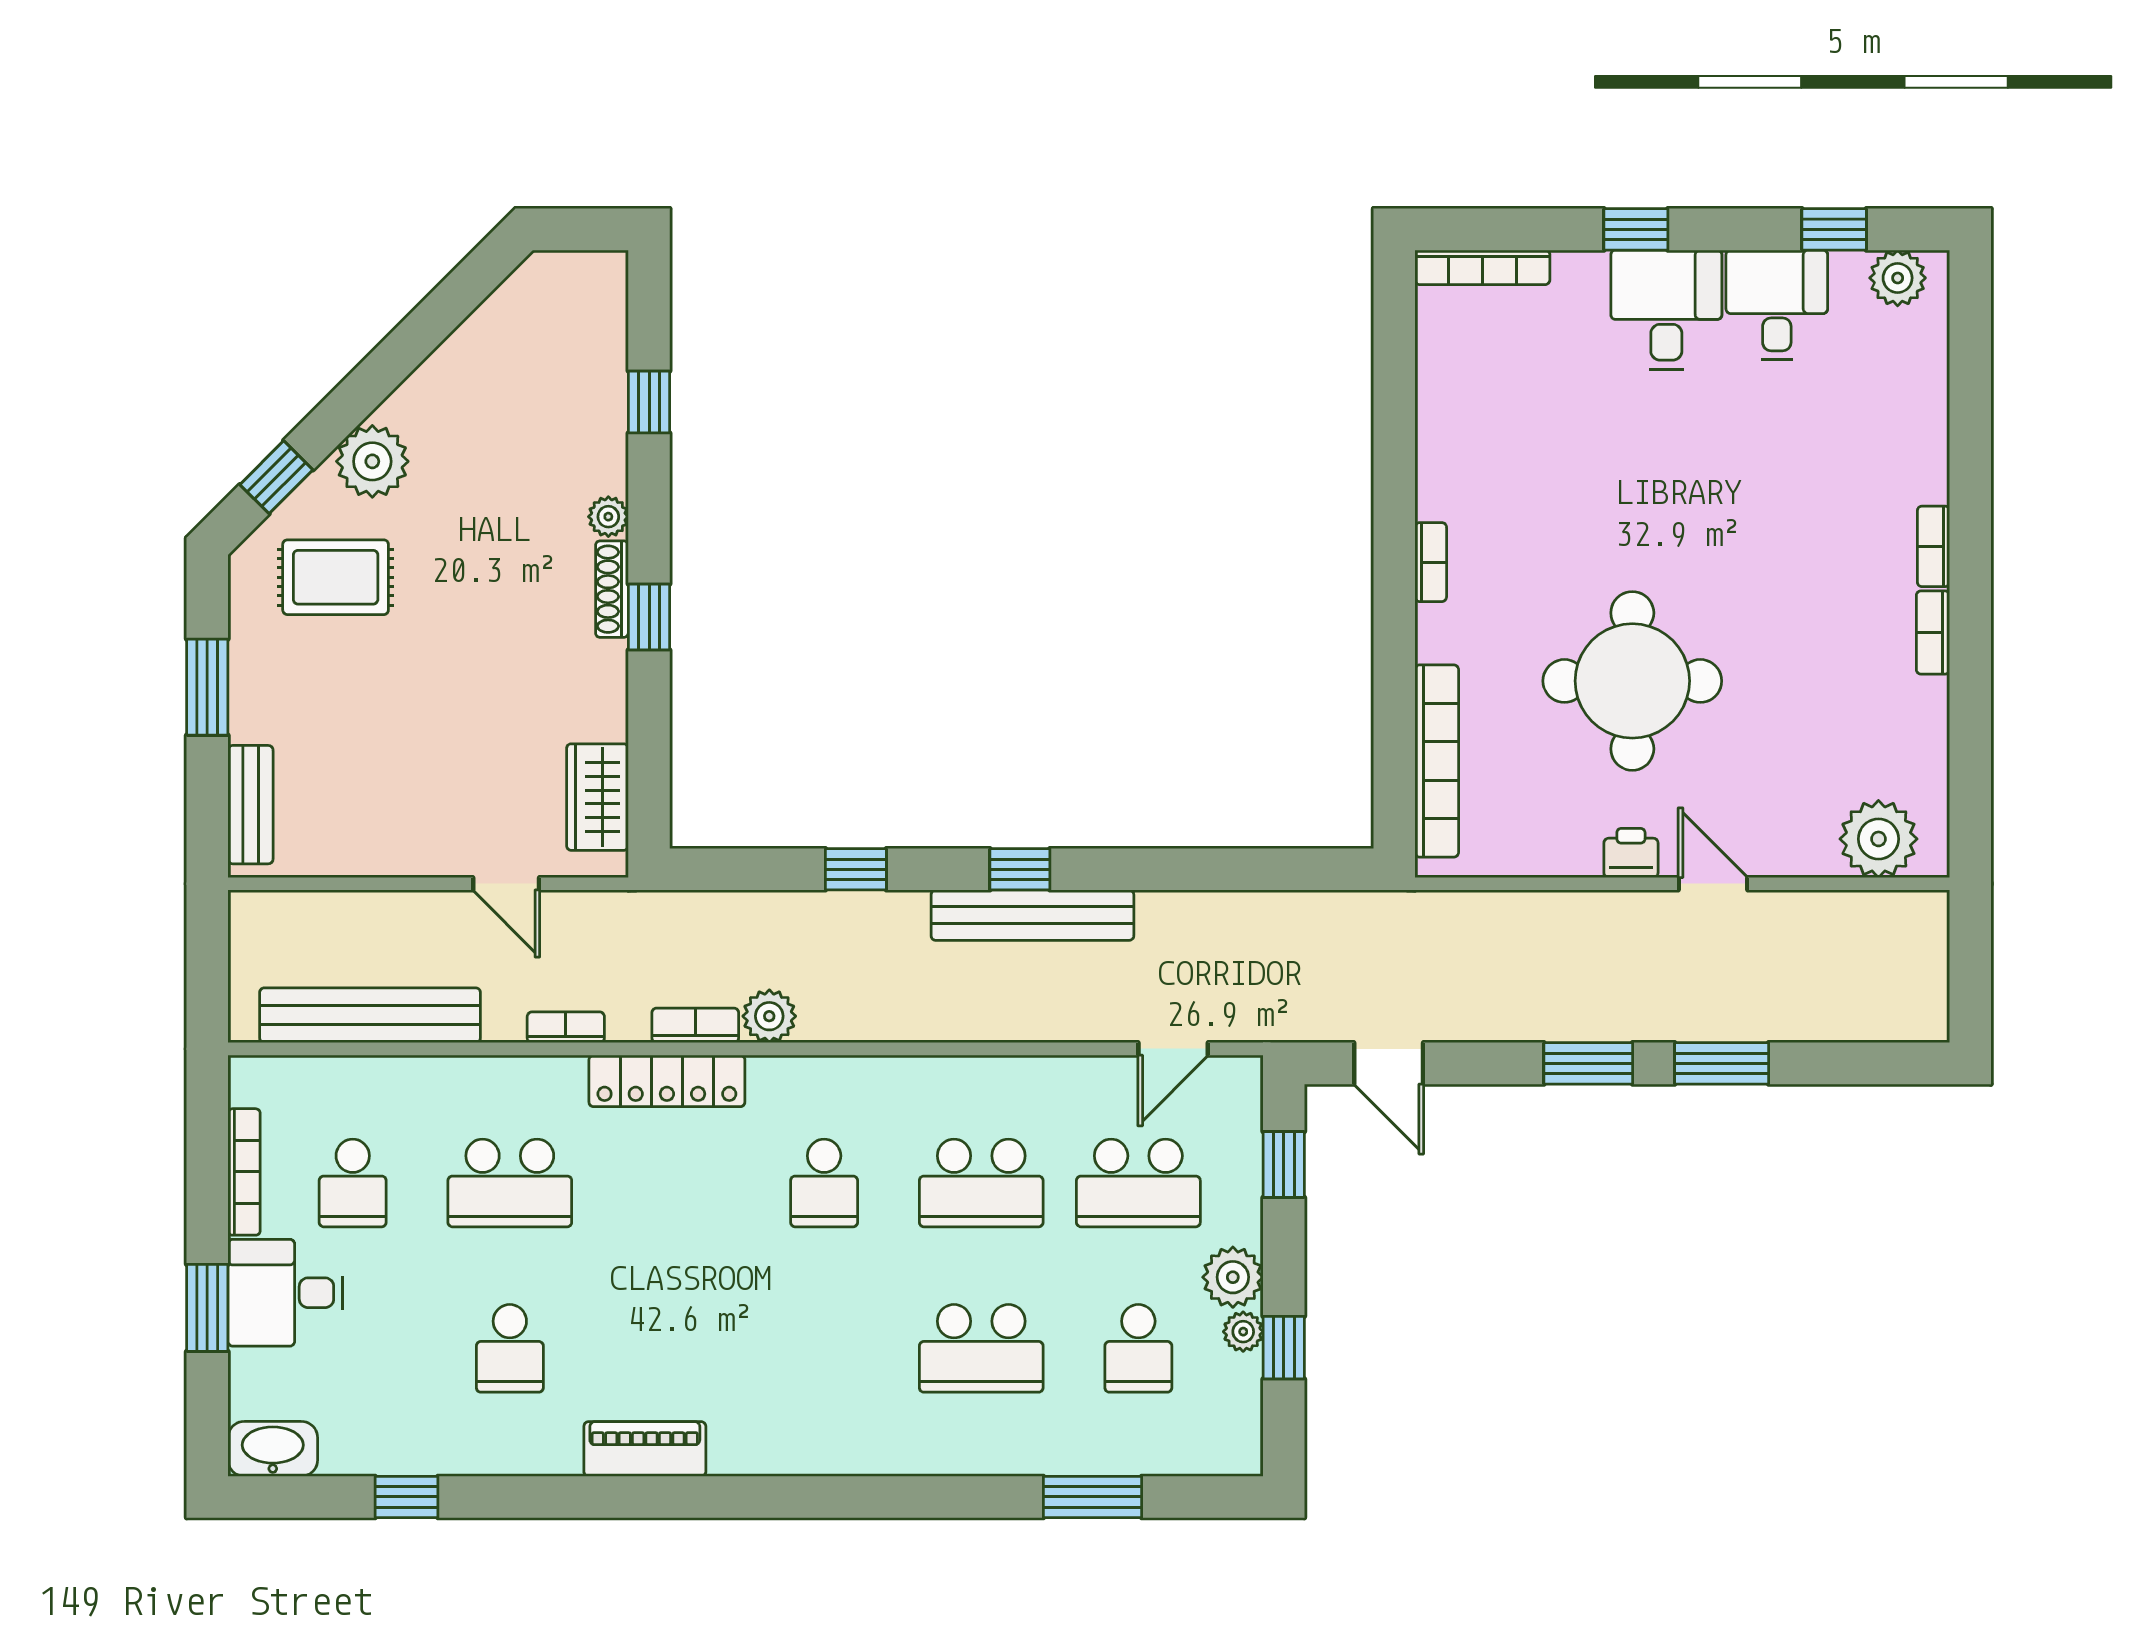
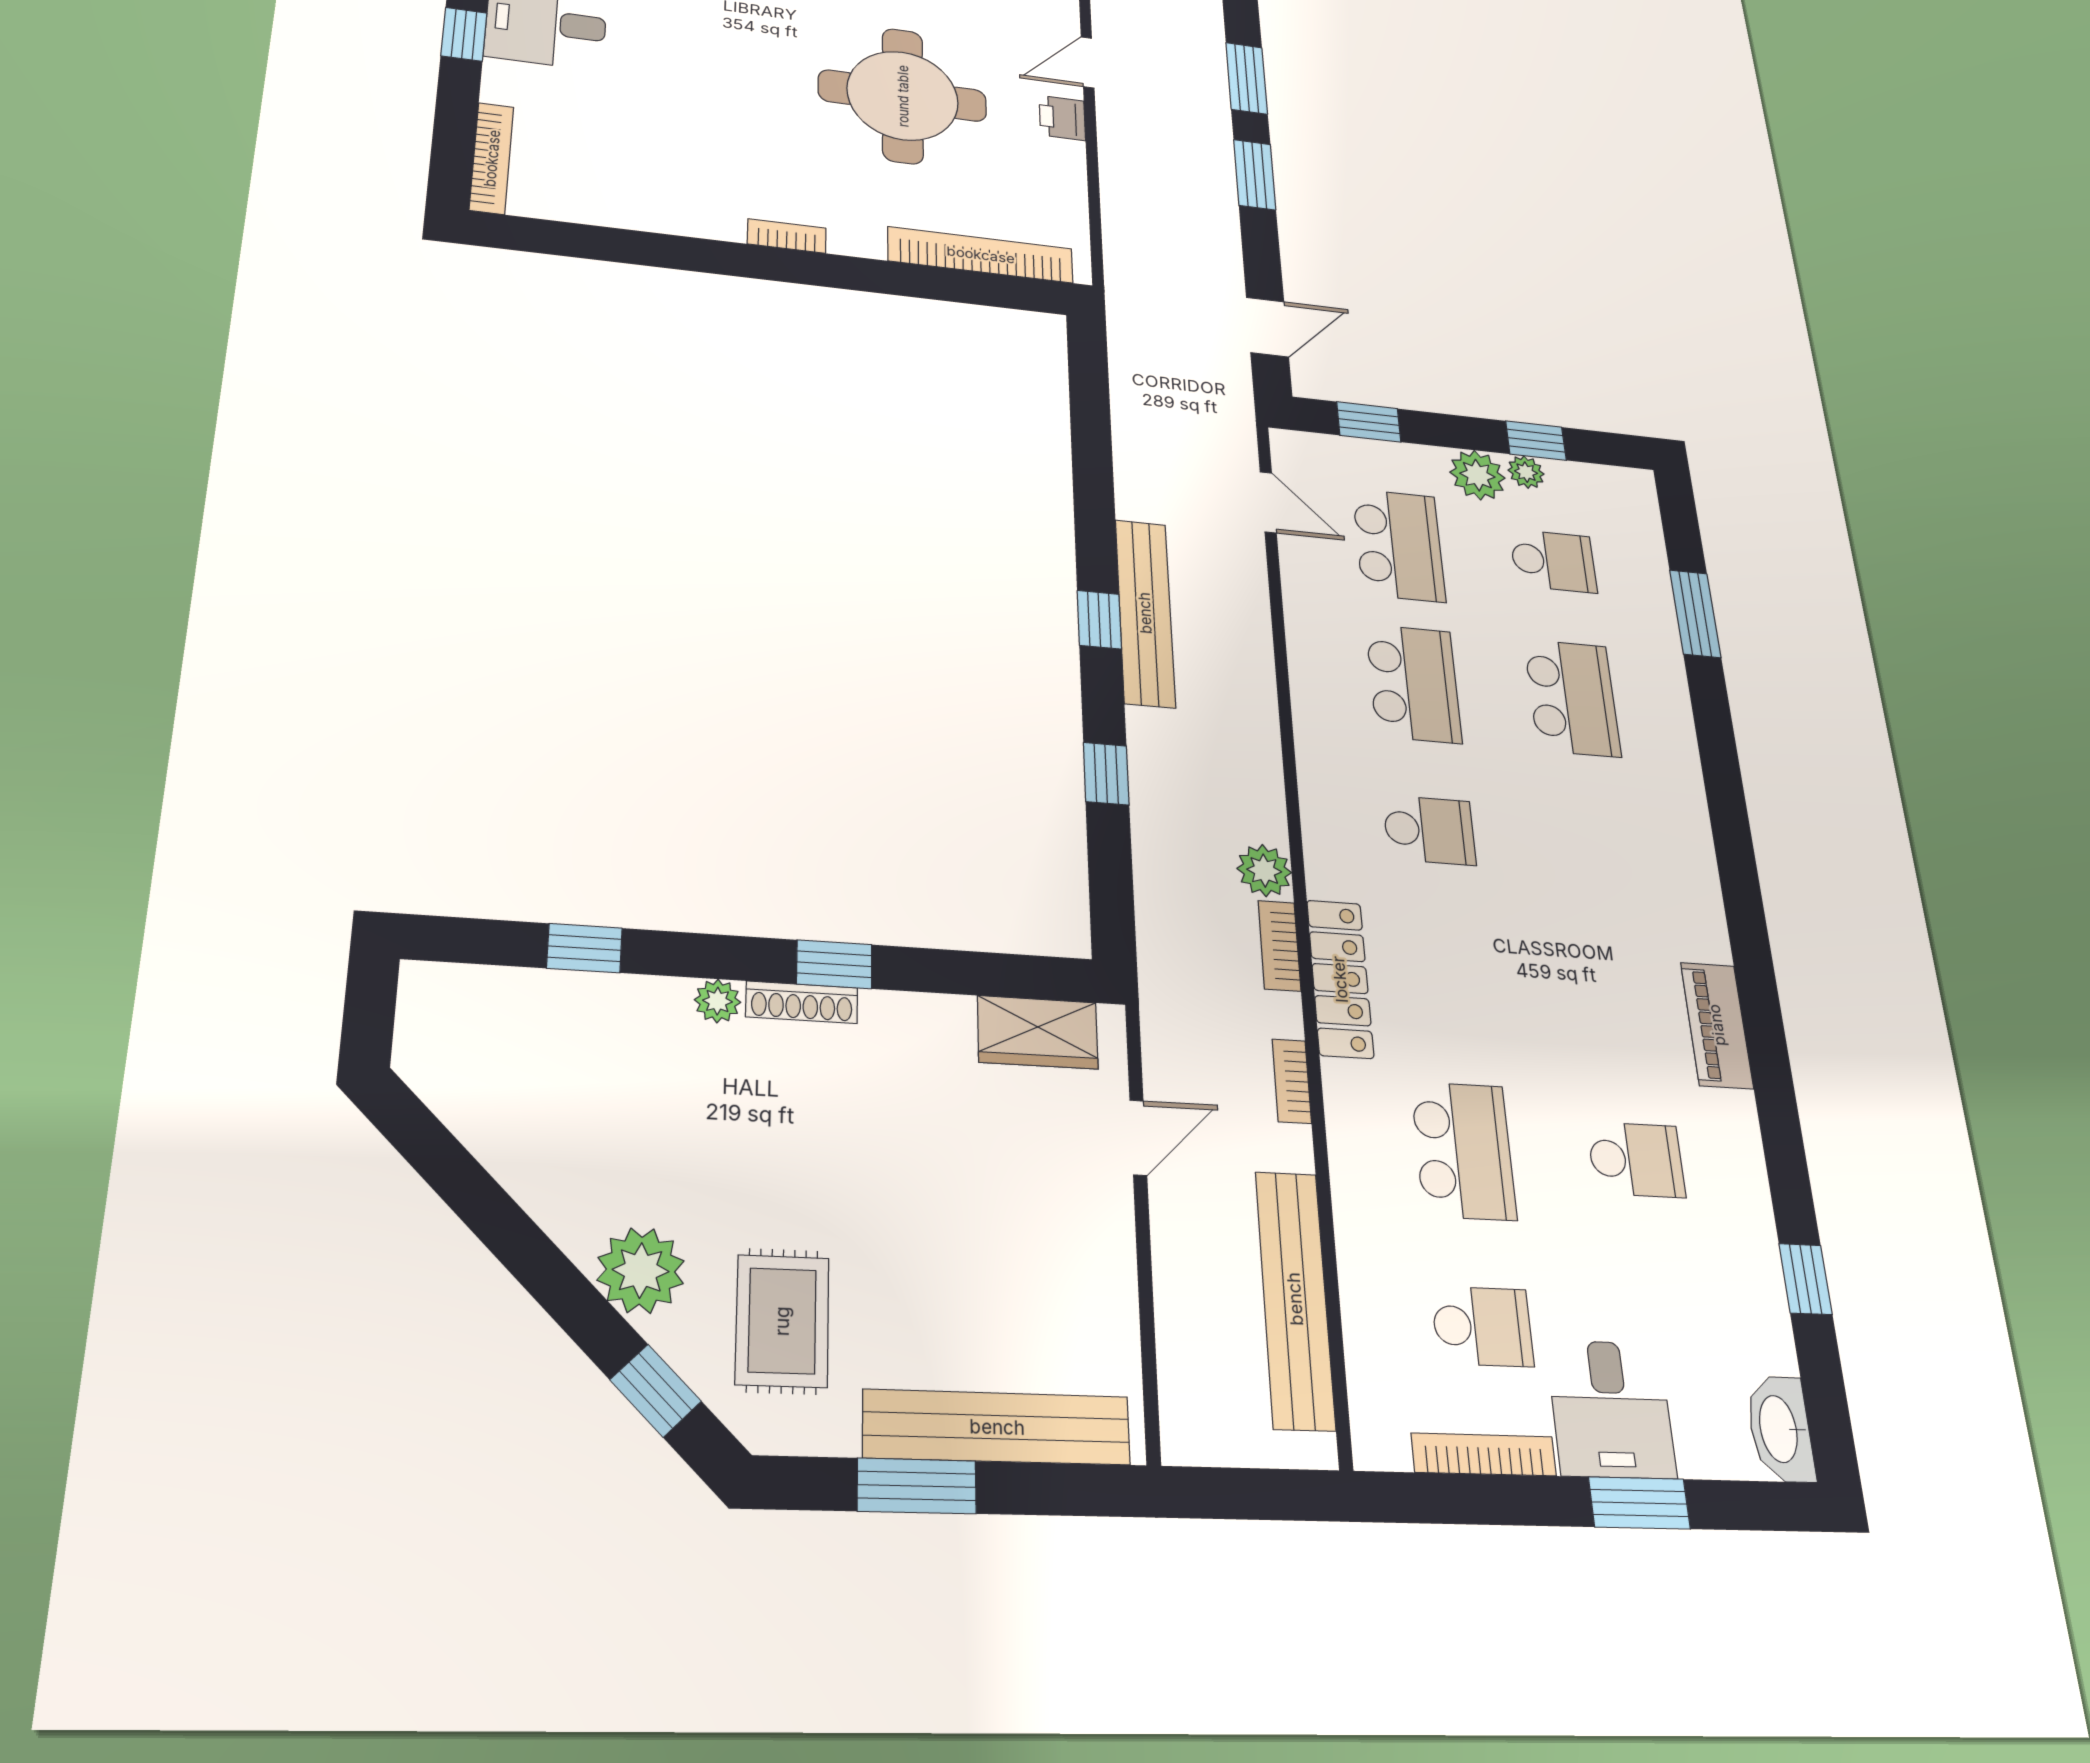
bench: (250, 805) -> (997, 1427), width x1.86, depth x1.21

